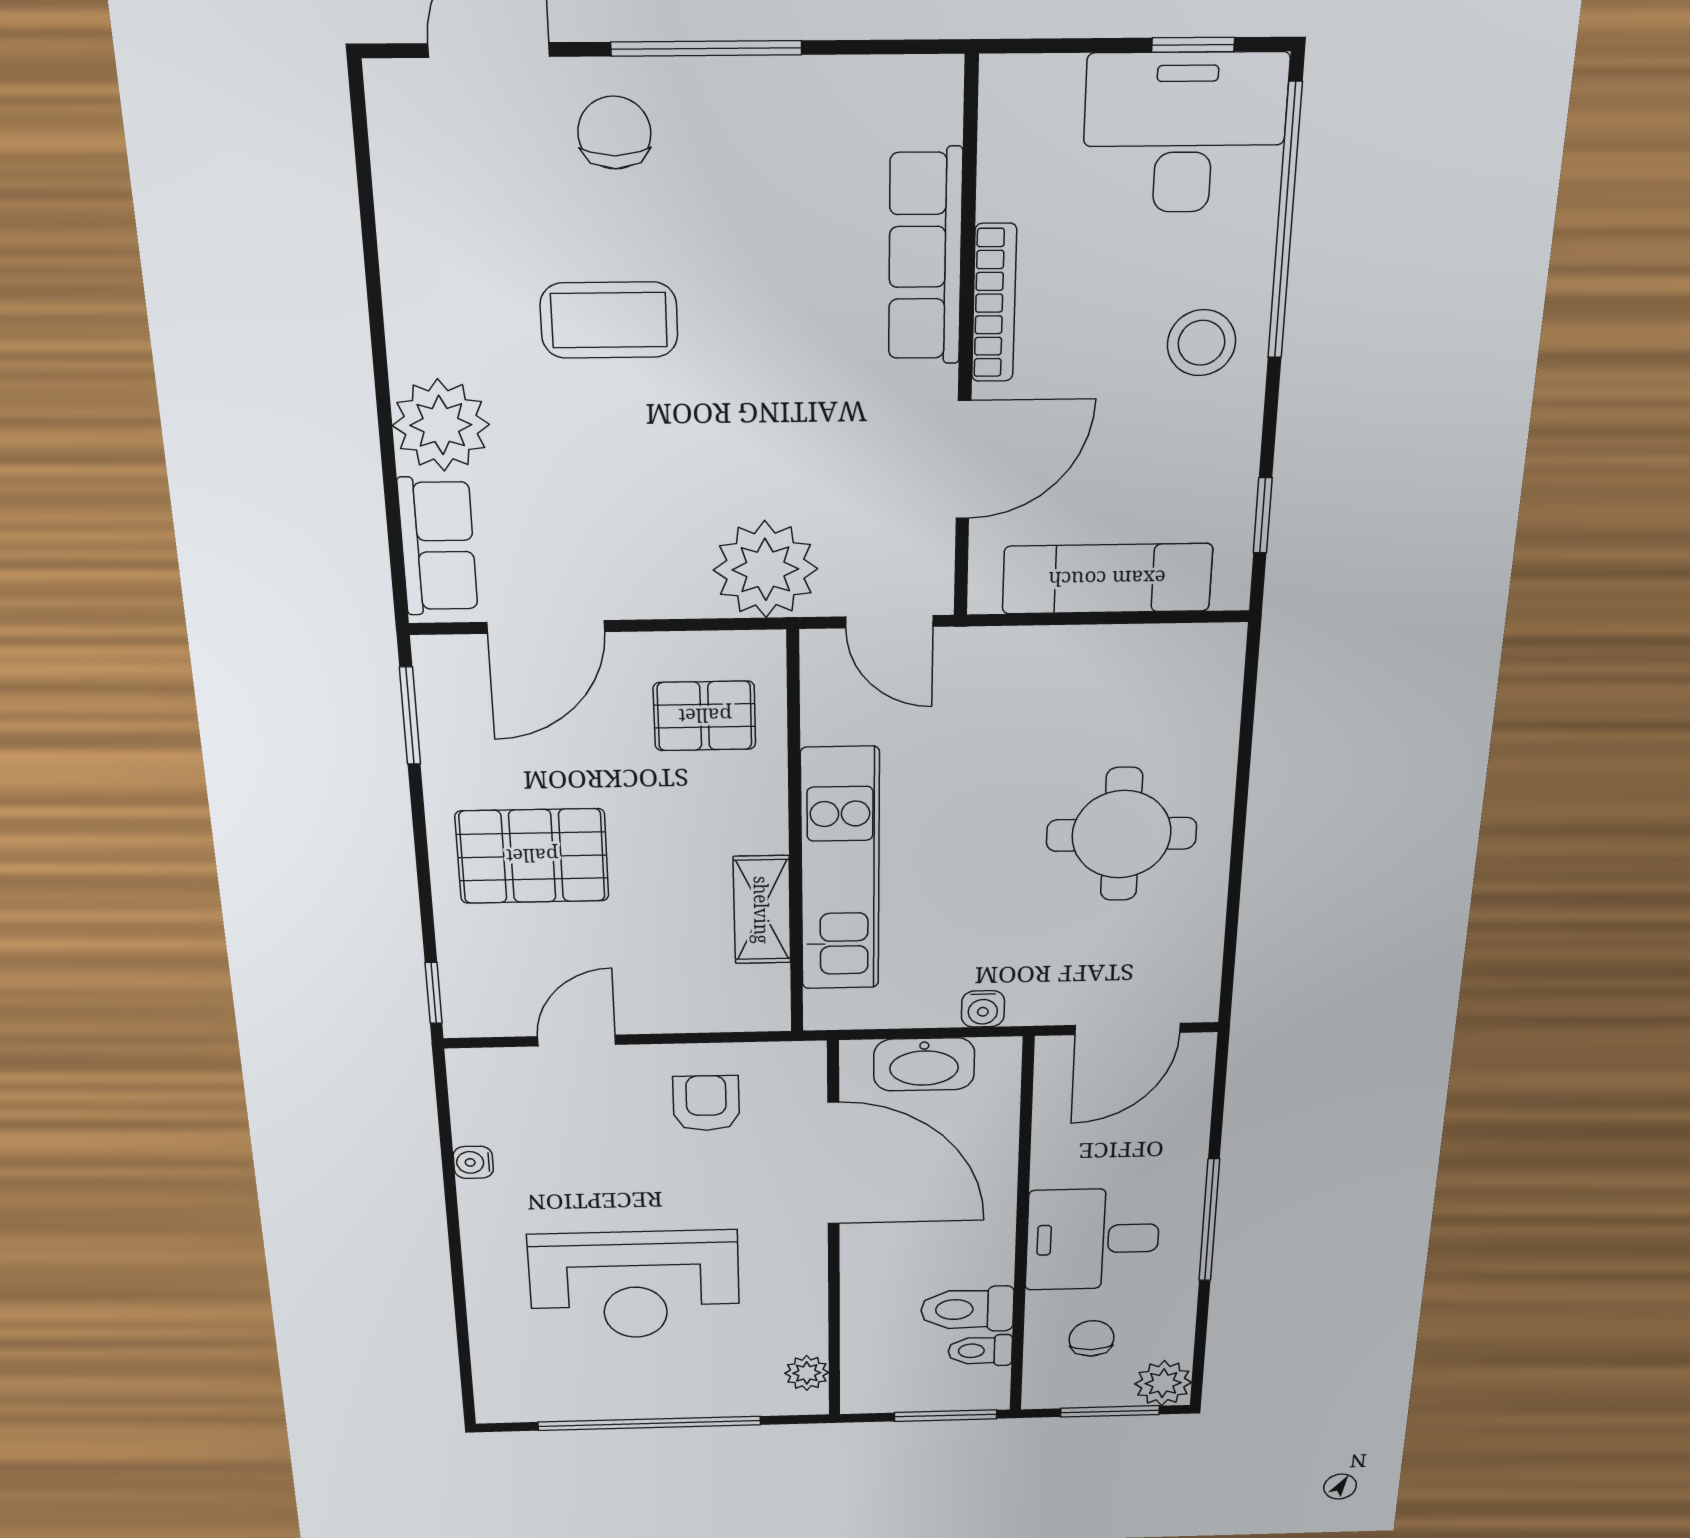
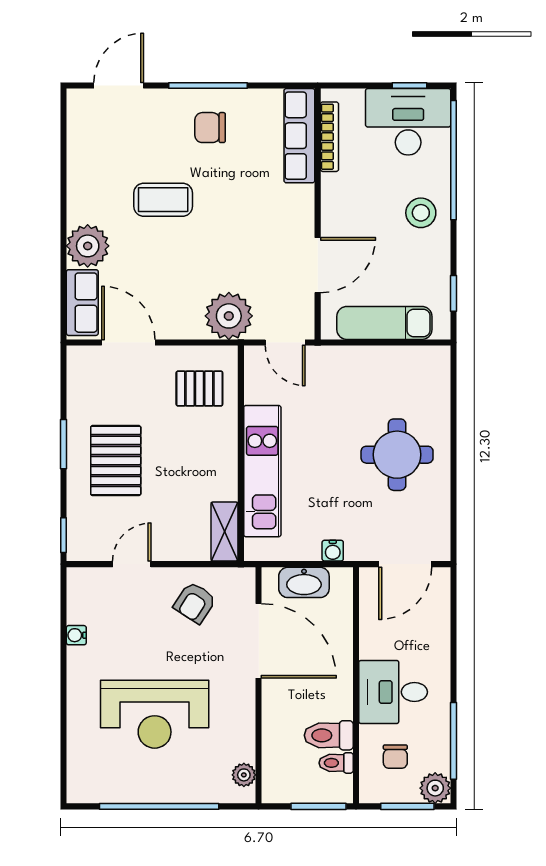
chair: (614, 133) -> (210, 128), moved, turned -90
row of seats: (925, 257) -> (299, 136), moved
bookcase: (994, 303) -> (329, 137), moved
door: (546, 627) -> (128, 343), swing flipped
window: (410, 716) -> (64, 444), moved
pallet: (532, 856) -> (116, 461), turned 90
shelving: (762, 910) -> (224, 531), moved
armchair: (706, 1103) -> (195, 603), turned -147
window: (1209, 1220) -> (454, 741), moved
chair: (1092, 1338) -> (395, 757), turned 180

